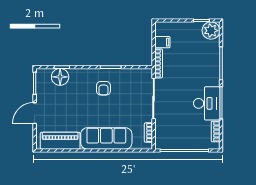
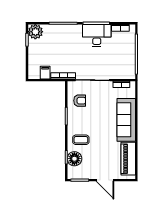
coffee table: (83, 84) -> (81, 140), added
armchair: (103, 88) -> (80, 101), moved

